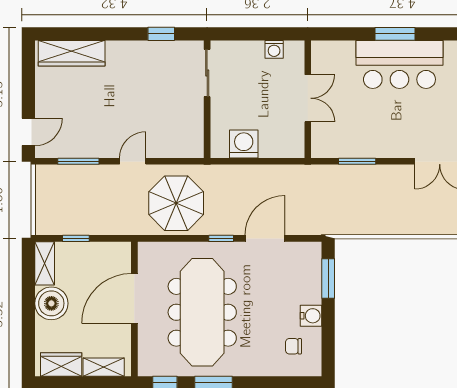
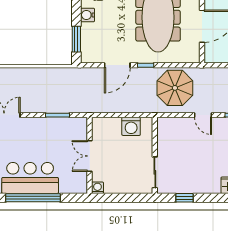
window: (395, 34) -> (33, 198), width x2.11
washing machine: (274, 49) -> (97, 188), moved
door: (133, 161) -> (203, 115), hinge flipped

